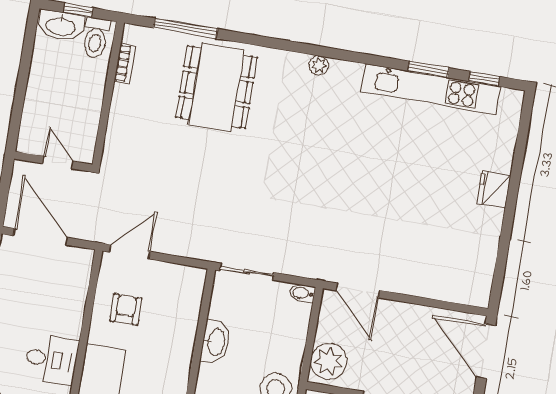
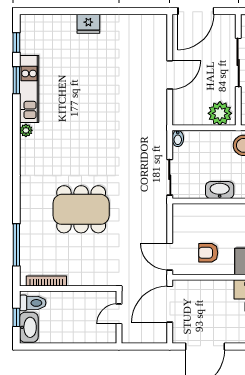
bookcase: (125, 63) -> (46, 281), width x1.56
plant: (319, 65) -> (26, 130), moved
dining table: (217, 87) -> (81, 209), moved
kitchen unit: (430, 89) -> (29, 89), width x0.73
door: (40, 237) -> (170, 304), moved
door: (358, 290) -> (170, 75), moved

